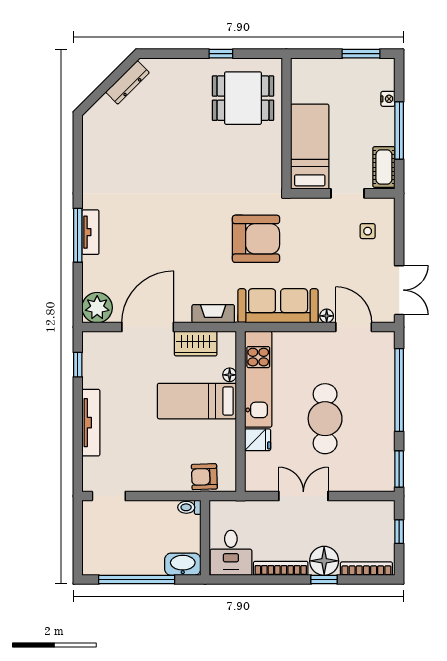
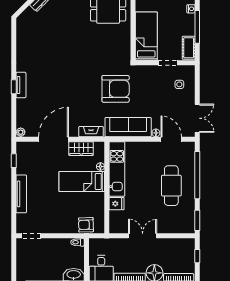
window: (78, 235) -> (14, 87), width x0.46
plant: (97, 308) -> (21, 132), width x0.53, depth x0.53
cafe table: (325, 419) -> (171, 186), moved

